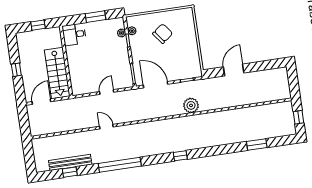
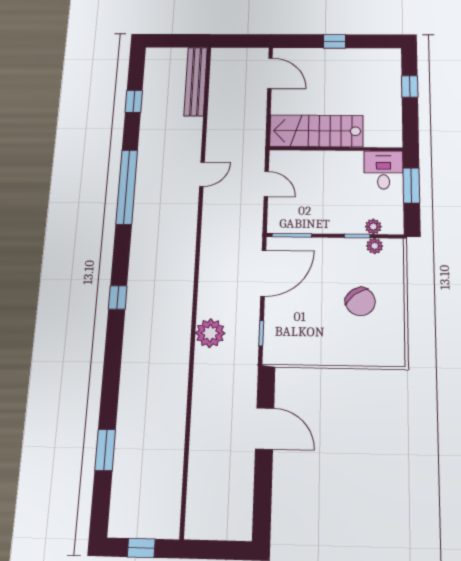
desk: (74, 34) -> (383, 170), moved
wall: (66, 61) -> (336, 149), moved
stairs: (57, 73) -> (316, 131), moved
bench: (70, 162) -> (196, 81), moved

